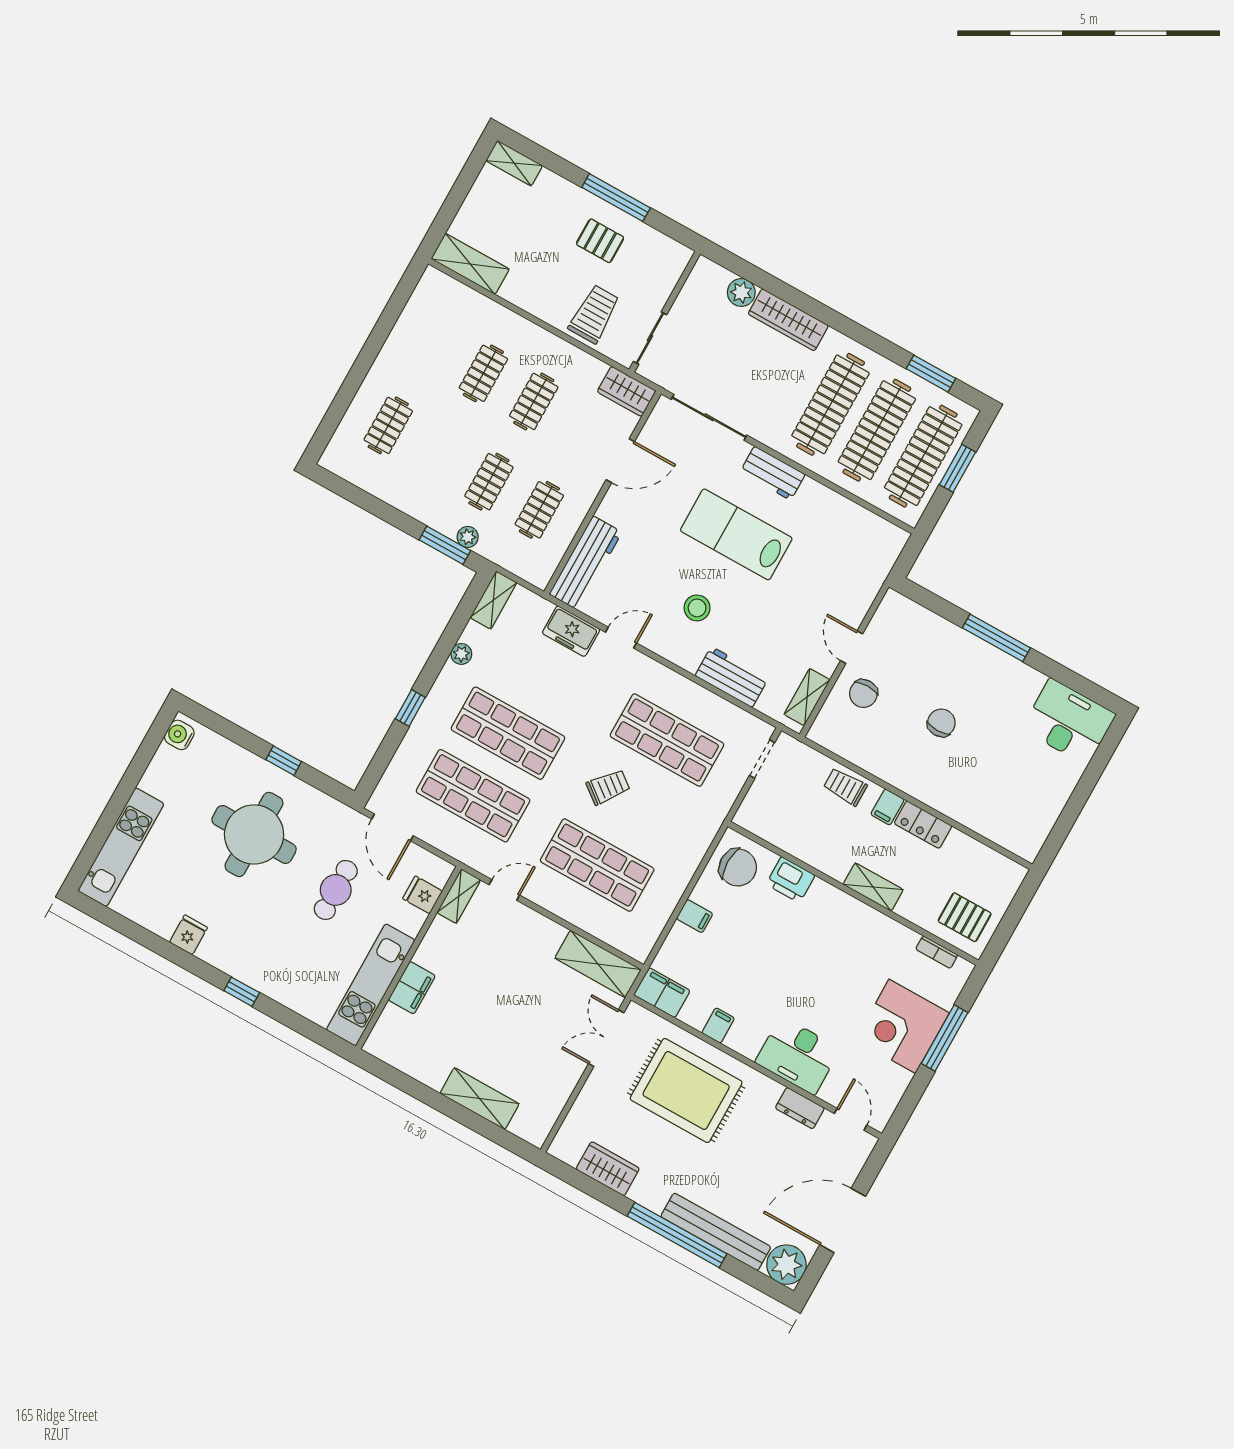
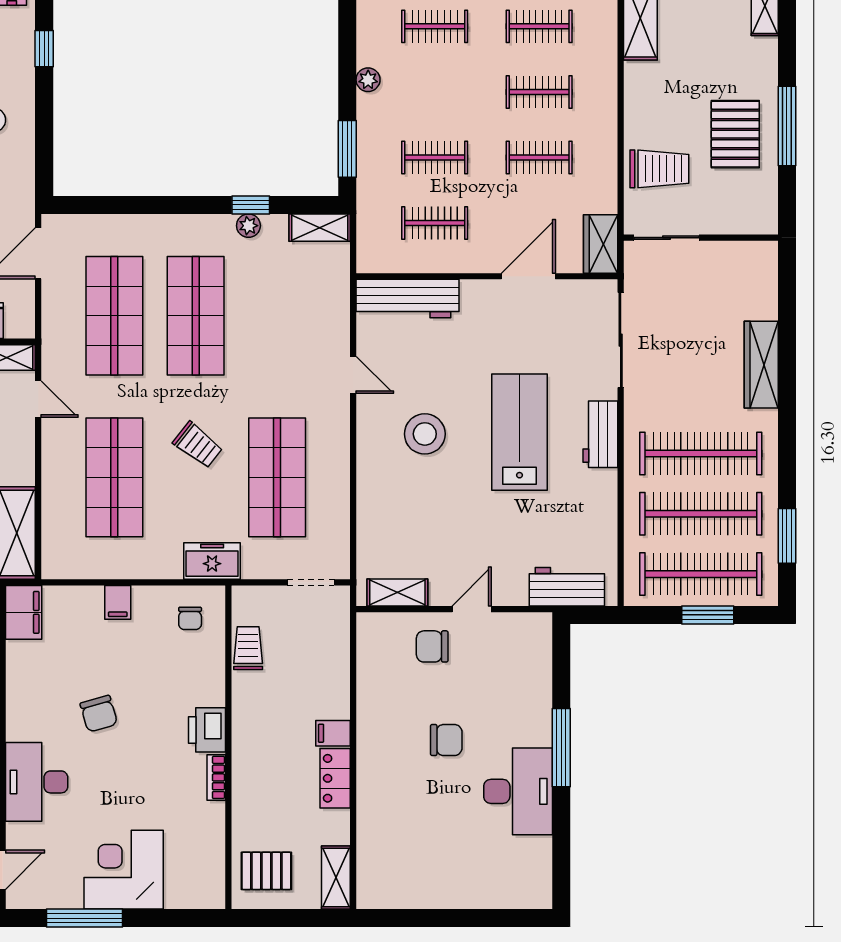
pallet: (600, 241) -> (735, 134), width x1.50, depth x1.42
plant: (741, 292) -> (762, 303), removed
clothes rail: (433, 345) -> (539, 26), added
door: (620, 461) -> (528, 276), swing flipped
plant: (468, 537) -> (368, 80), moved
stool: (697, 608) -> (425, 434), width x1.38, depth x1.38
freezer: (571, 631) -> (212, 561), moved, turned 90
workbench: (732, 677) -> (567, 587), moved, turned -90
window: (410, 708) -> (251, 205), moved
desk: (1069, 722) -> (518, 791), moved
window: (284, 761) -> (44, 49), moved
trolley: (845, 787) -> (248, 648), moved
chair: (738, 867) -> (190, 618), width x0.54, depth x0.54
printer: (790, 880) -> (207, 730), moved
shelving: (873, 887) -> (336, 877), moved
pallet: (965, 917) -> (266, 871), turned 90
bookcase: (937, 952) -> (216, 777), moved
chair: (772, 978) -> (99, 714), added
filing cabinet: (718, 1025) -> (22, 686), removed
window: (945, 1038) -> (85, 918), moved

